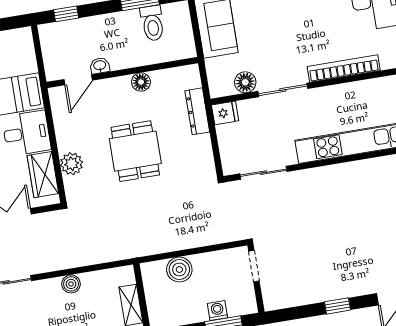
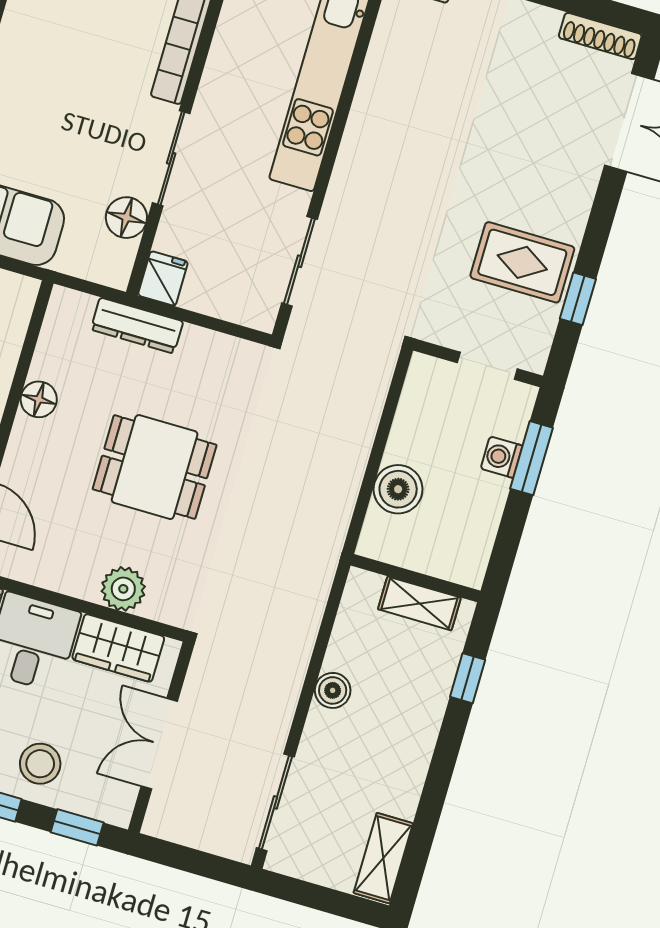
doorway: (254, 266) -> (487, 366), moved
rug: (313, 277) -> (522, 262), added
window: (337, 306) -> (578, 299), moved

